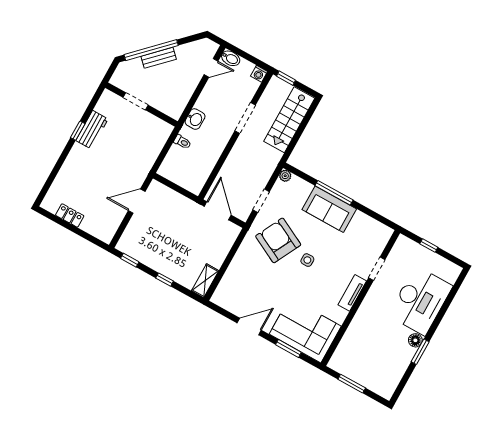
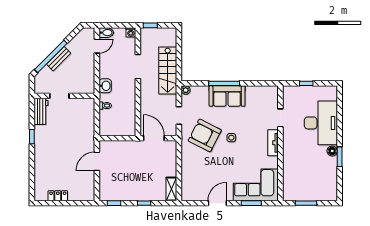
stairs: (289, 120) -> (168, 70), moved
workbench: (92, 130) -> (41, 111), moved

